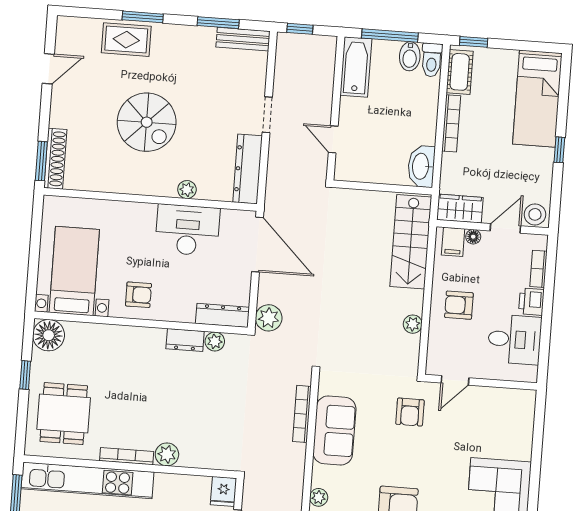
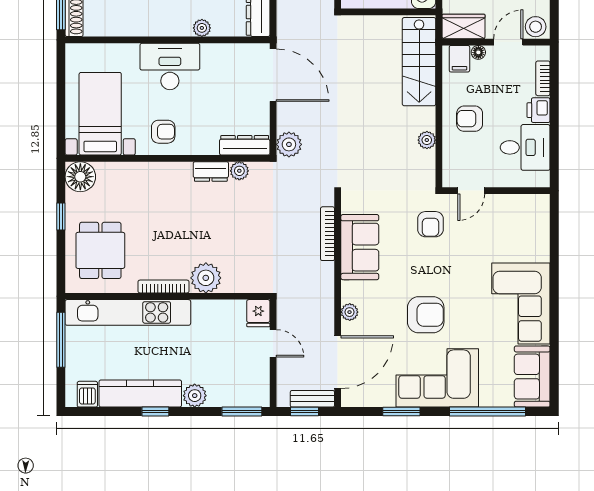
desk: (187, 230) -> (170, 66), moved
plant: (167, 454) -> (206, 278), width x1.36, depth x1.36

